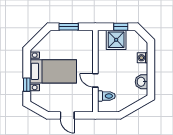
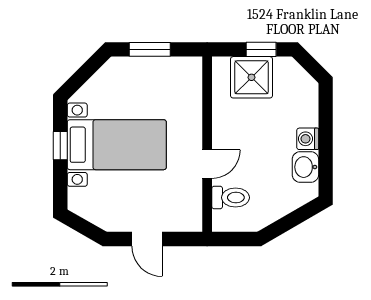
washing machine: (142, 58) -> (308, 139), moved
door: (95, 80) -> (207, 164), swing flipped
window: (27, 85) -> (60, 146), moved

